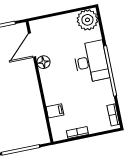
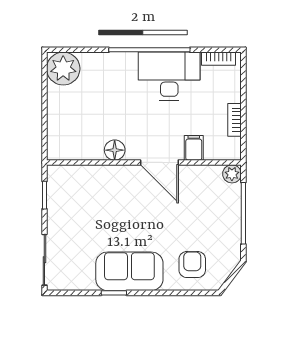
door: (32, 45) -> (159, 162), moved
desk: (91, 62) -> (169, 76), moved
plant: (44, 138) -> (232, 174), added

